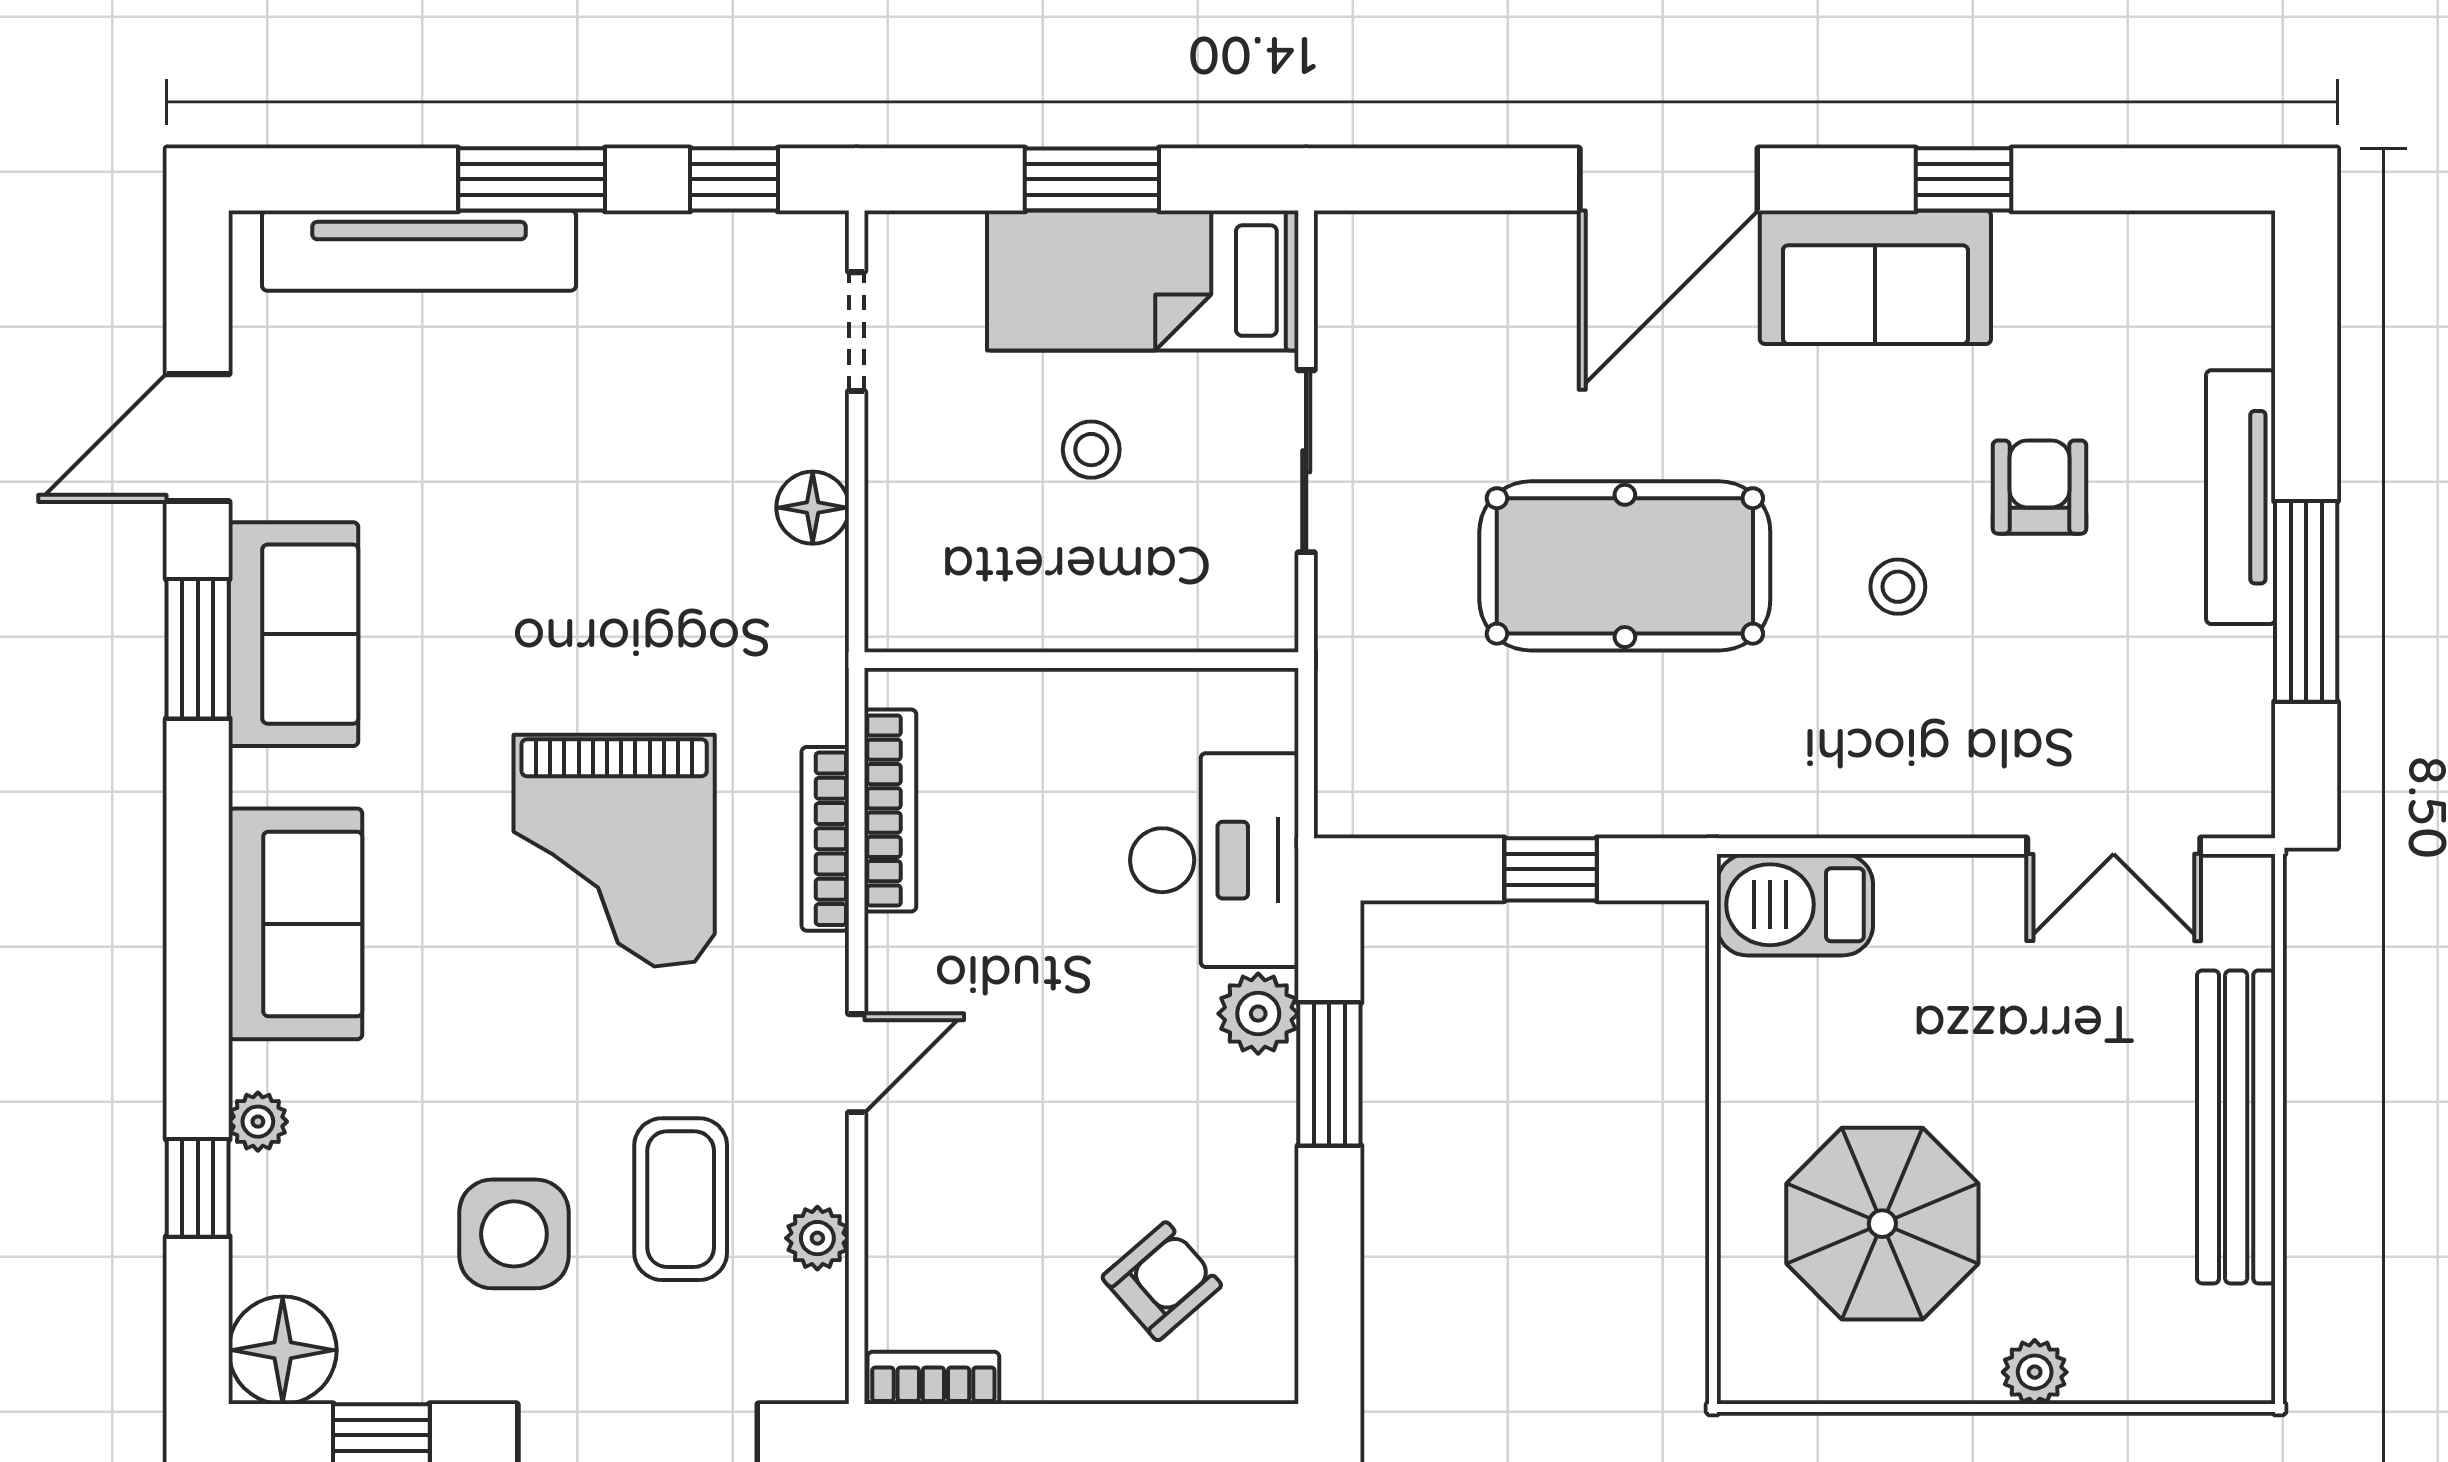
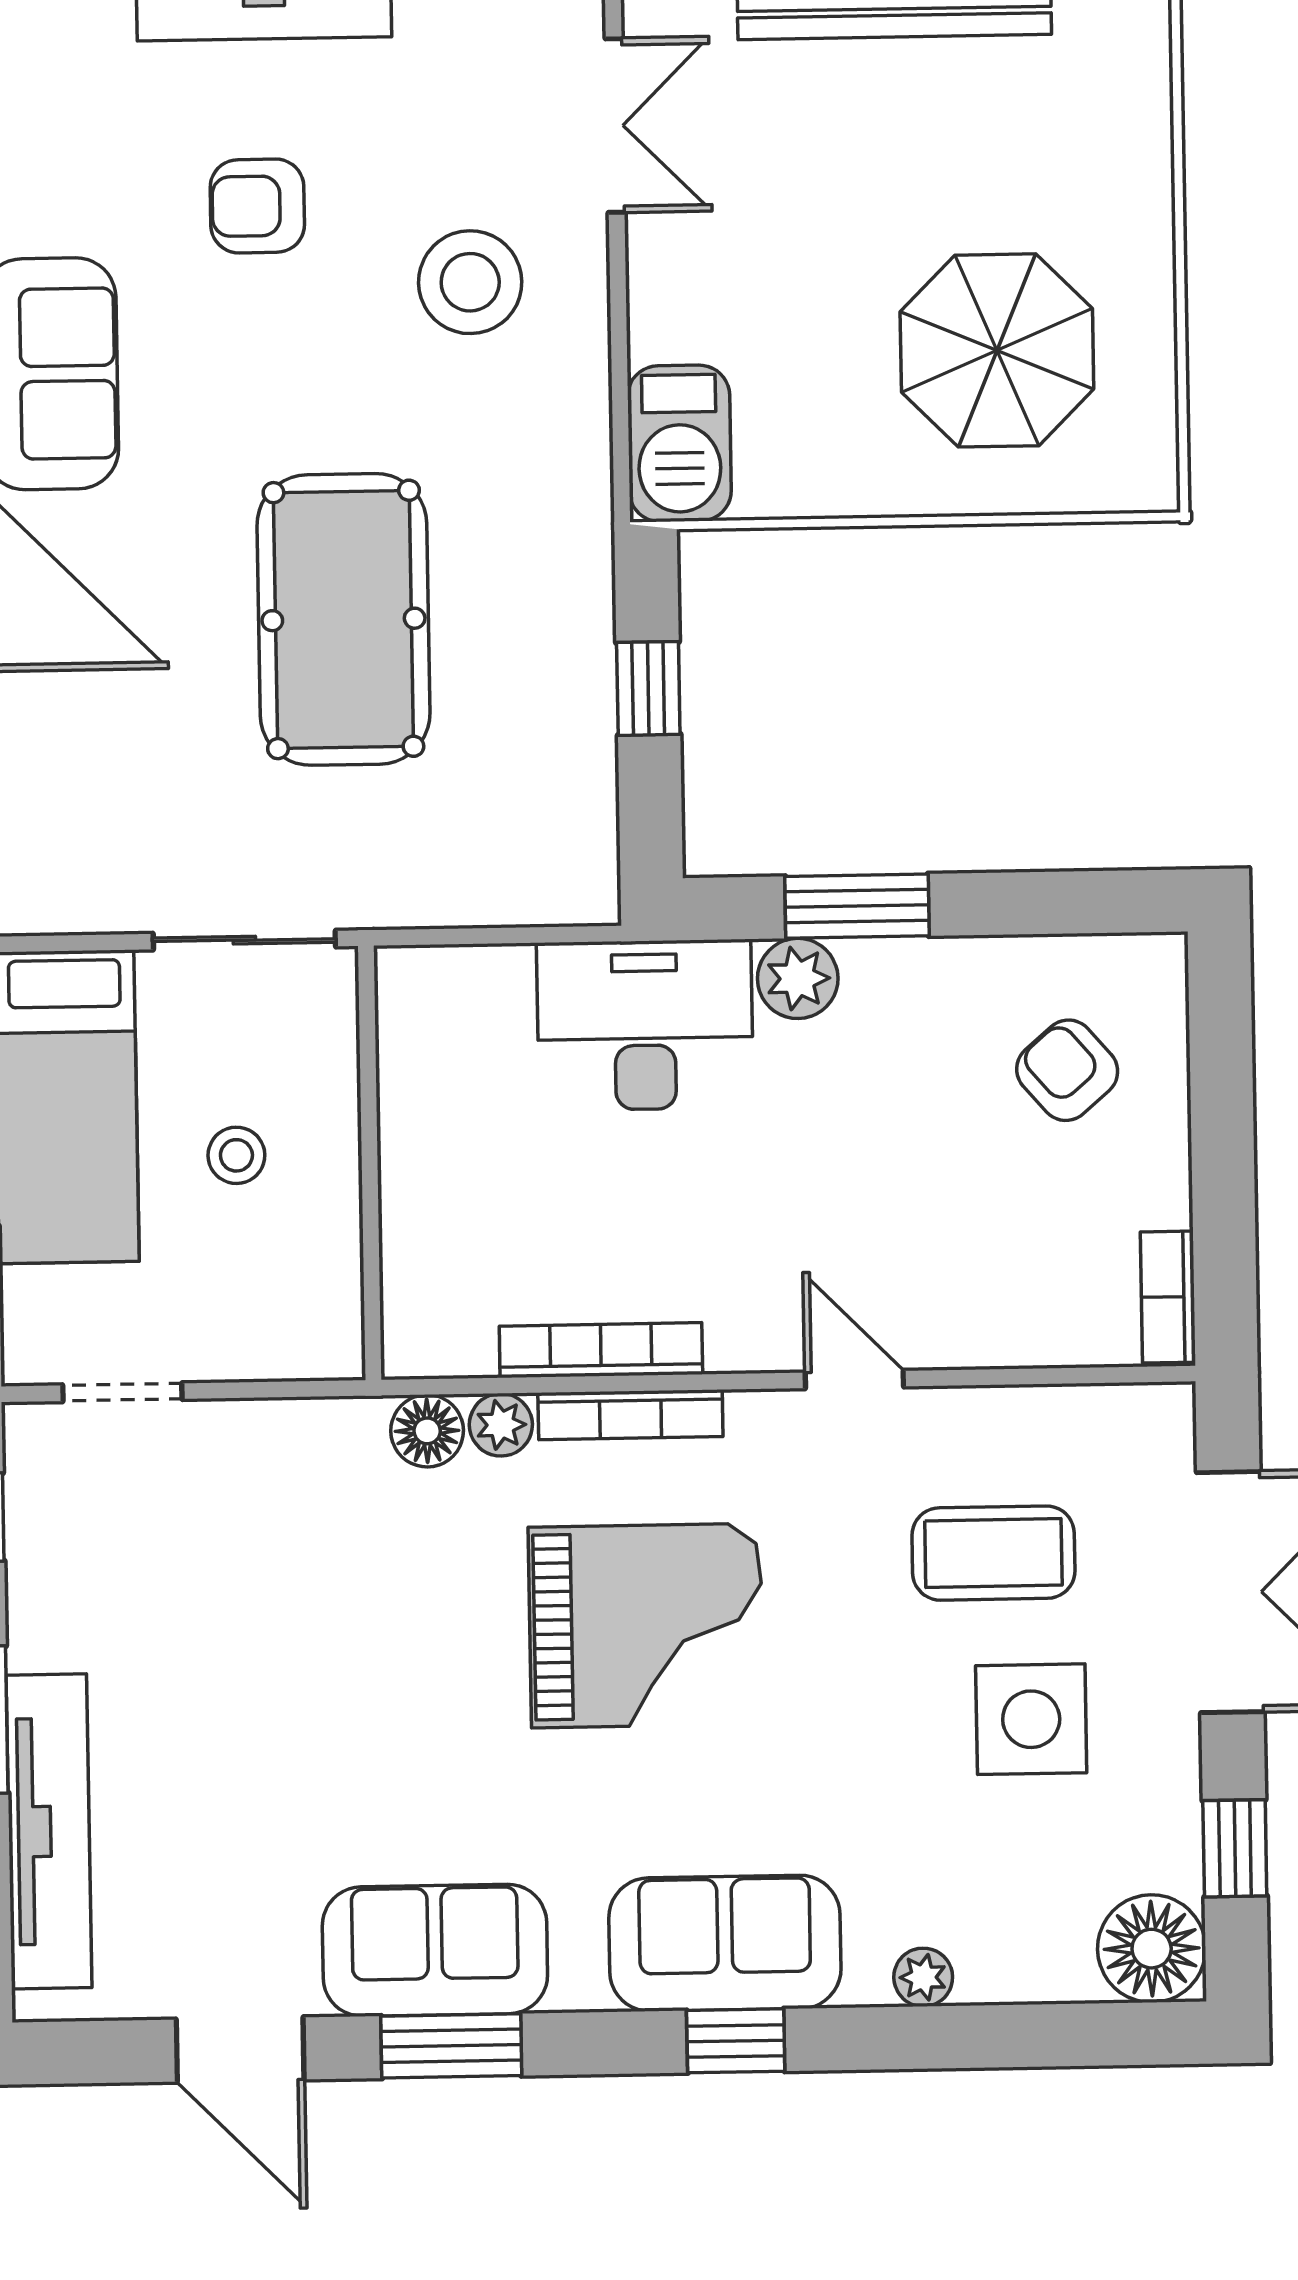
floor lamp: (813, 508) -> (427, 1431), moved
stool: (1898, 587) -> (470, 282), moved, width x1.89, depth x1.89
wall: (1081, 660) -> (370, 1163), moved
window: (198, 1188) -> (736, 2041), moved
plant: (817, 1238) -> (501, 1425), moved
plant: (2035, 1372) -> (1143, 195), removed

